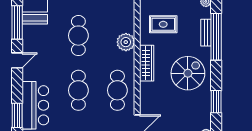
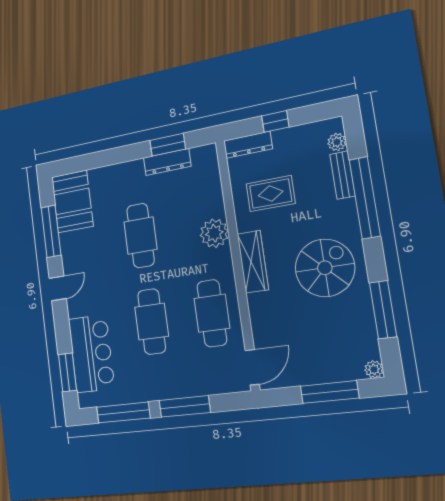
bench: (206, 33) -> (343, 175), moved
window: (216, 102) -> (383, 310), width x1.44

